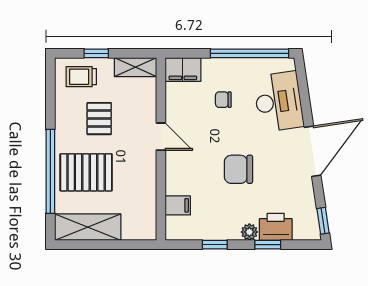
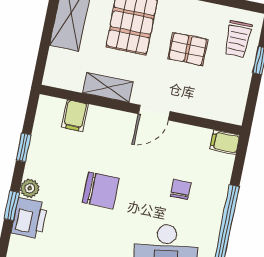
shelving: (135, 67) -> (108, 87), moved, turned 90
filing cabinet: (183, 69) -> (225, 142), width x0.50
trolley: (81, 77) -> (238, 39), turned 180
chair: (238, 169) -> (101, 190), turned 90

